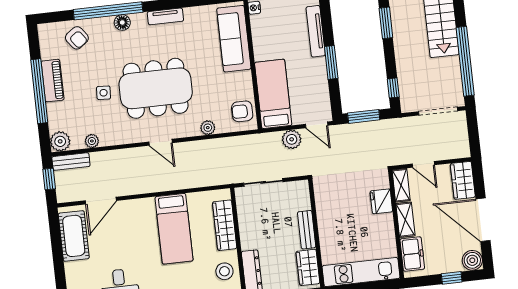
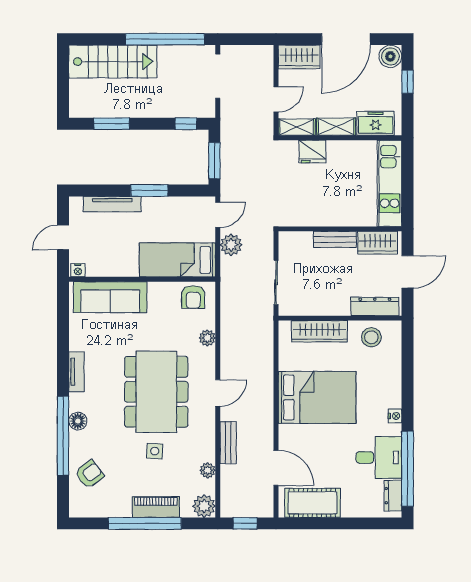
piano: (53, 81) -> (156, 507), moved
bench: (71, 162) -> (228, 443), moved
bed: (174, 229) -> (317, 397), width x1.50

